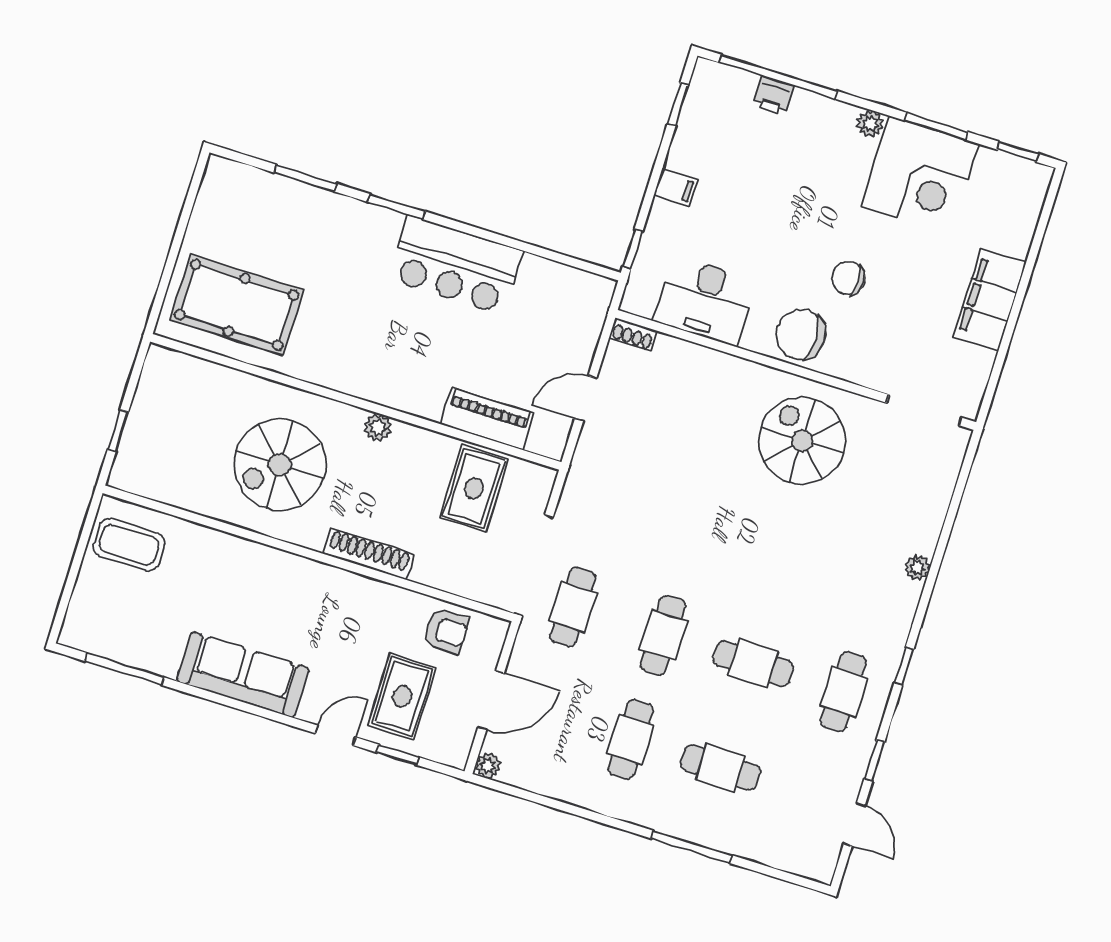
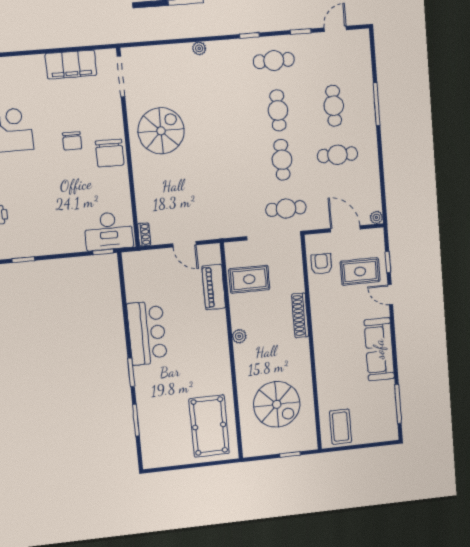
filing cabinet: (675, 187) -> (64, 244), removed
filing cabinet: (990, 300) -> (71, 64), moved
desk: (705, 301) -> (109, 231), moved, turned 90
spiral stairs: (802, 441) -> (161, 131), turned 180
spiral stairs: (280, 465) -> (277, 404), moved
cafe table: (663, 635) -> (282, 160), turned 90

